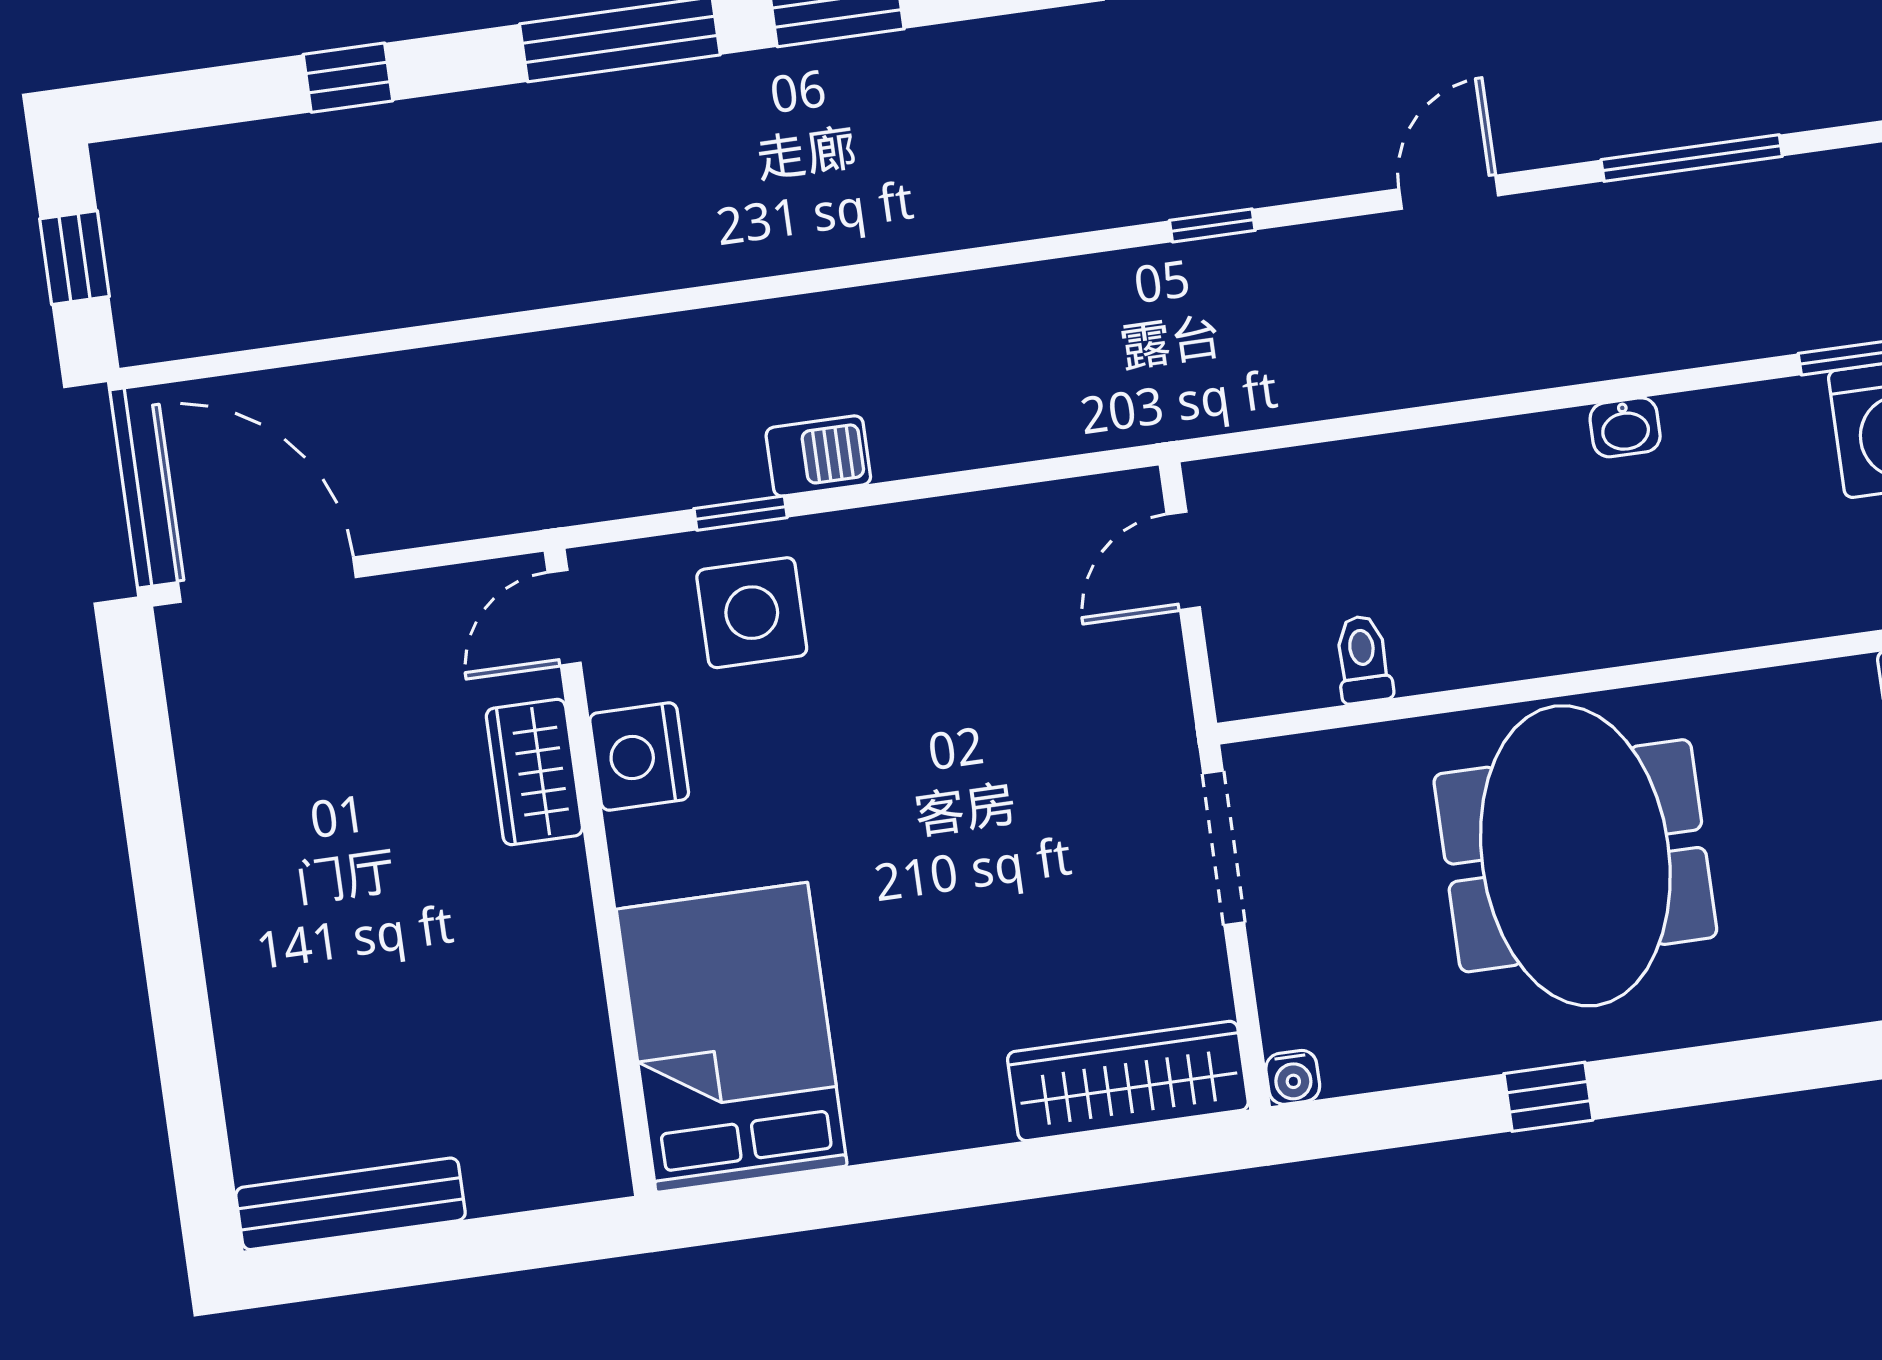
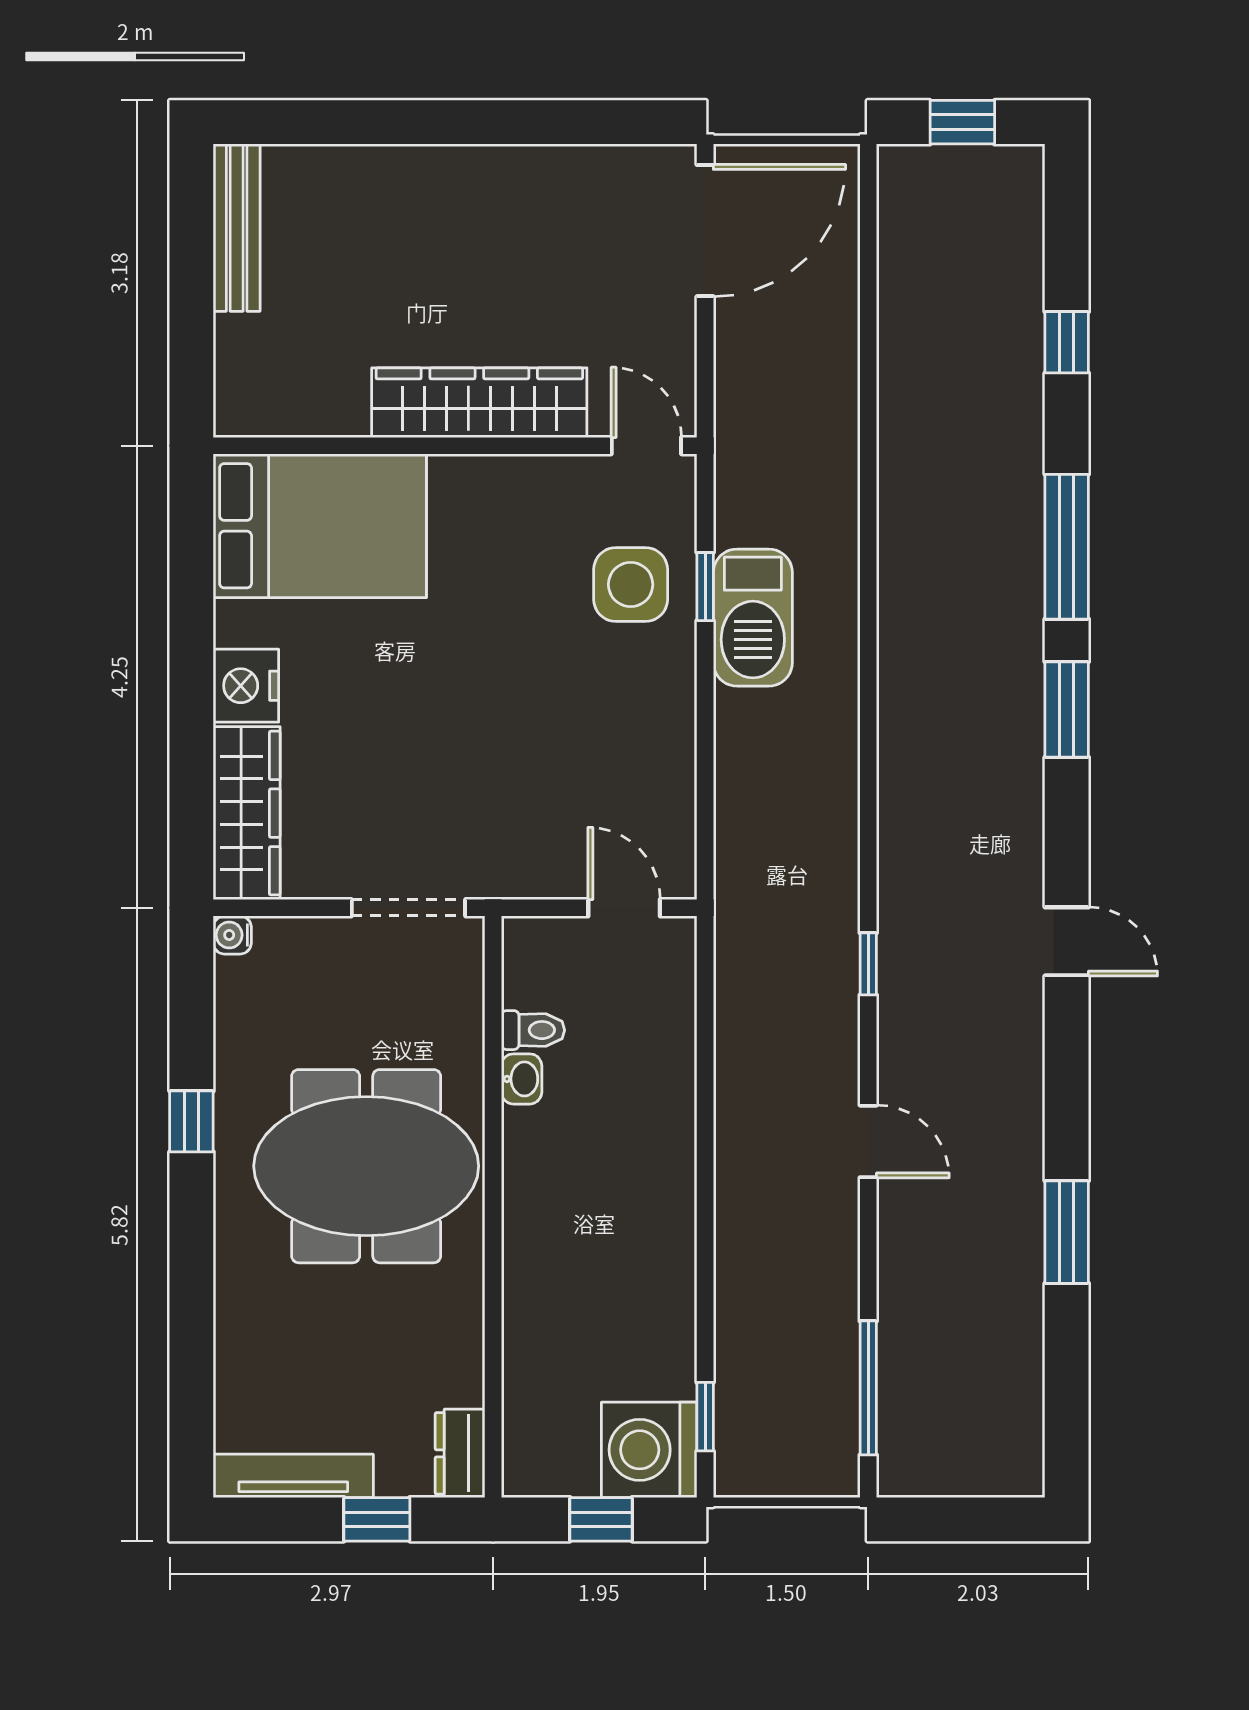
window: (1692, 158) -> (868, 1388), moved
washbasin: (1625, 427) -> (522, 1079), moved, turned 180
barbecue: (818, 456) -> (753, 618), width x1.88, depth x1.53
nightstand: (639, 757) -> (246, 686), moved, turned -90
wardrobe: (534, 772) -> (479, 403), width x2.10, depth x1.17

